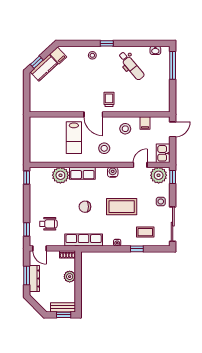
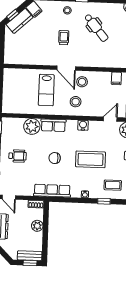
dental chair: (131, 66) -> (96, 28), moved
trolley: (109, 99) -> (64, 38), moved
stool: (125, 129) -> (82, 82), moved
wheelchair: (48, 224) -> (17, 156), moved

